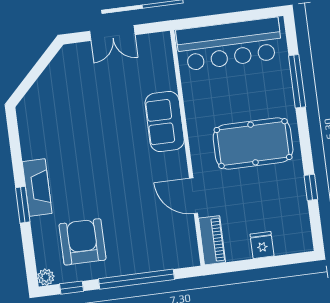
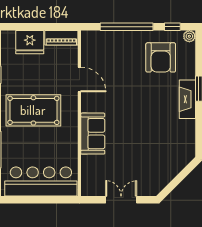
piano: (212, 240) -> (61, 38), moved, turned -90
fridge: (262, 245) -> (30, 42), width x1.88, depth x1.34

